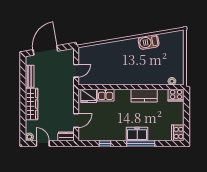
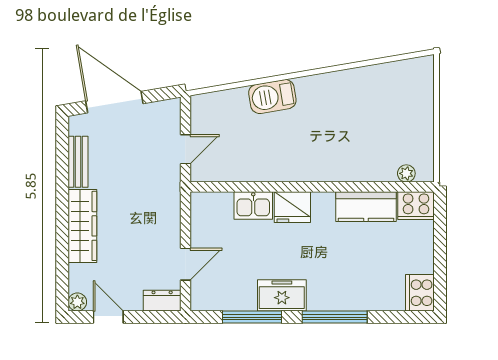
barbecue: (149, 42) -> (272, 97), moved
door: (45, 50) -> (114, 102), hinge flipped
fridge: (89, 96) -> (292, 207), moved
kitchen counter: (144, 96) -> (366, 207), moved
freezer: (137, 134) -> (282, 295), moved
window: (105, 143) -> (252, 317), width x2.17

